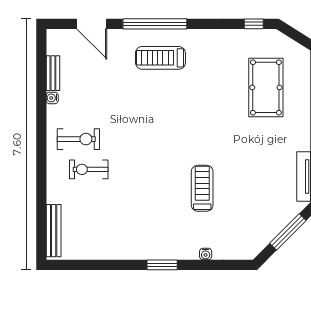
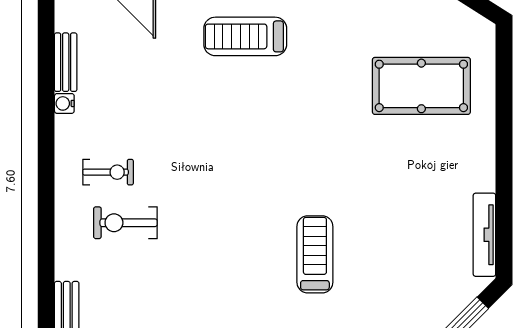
pool table: (266, 87) -> (421, 86), turned 90
exercise bike: (78, 139) -> (108, 172), width x0.73, depth x0.72

